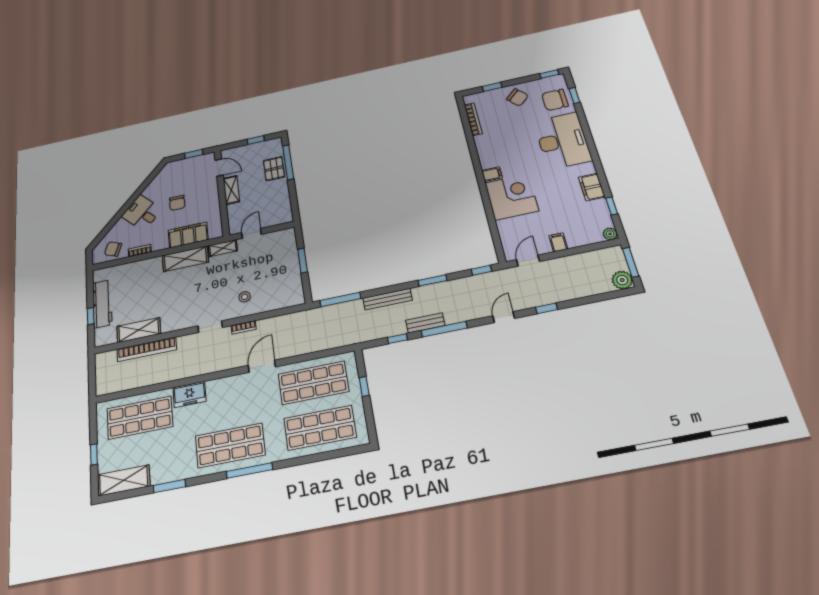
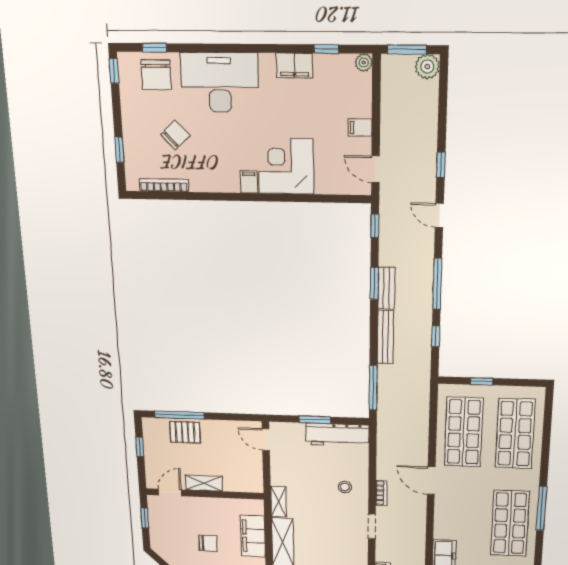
chair: (517, 97) -> (175, 135), moved
door: (251, 233) -> (266, 440), moved
workbench: (292, 281) -> (337, 435), added
bench: (425, 323) -> (386, 288), moved

